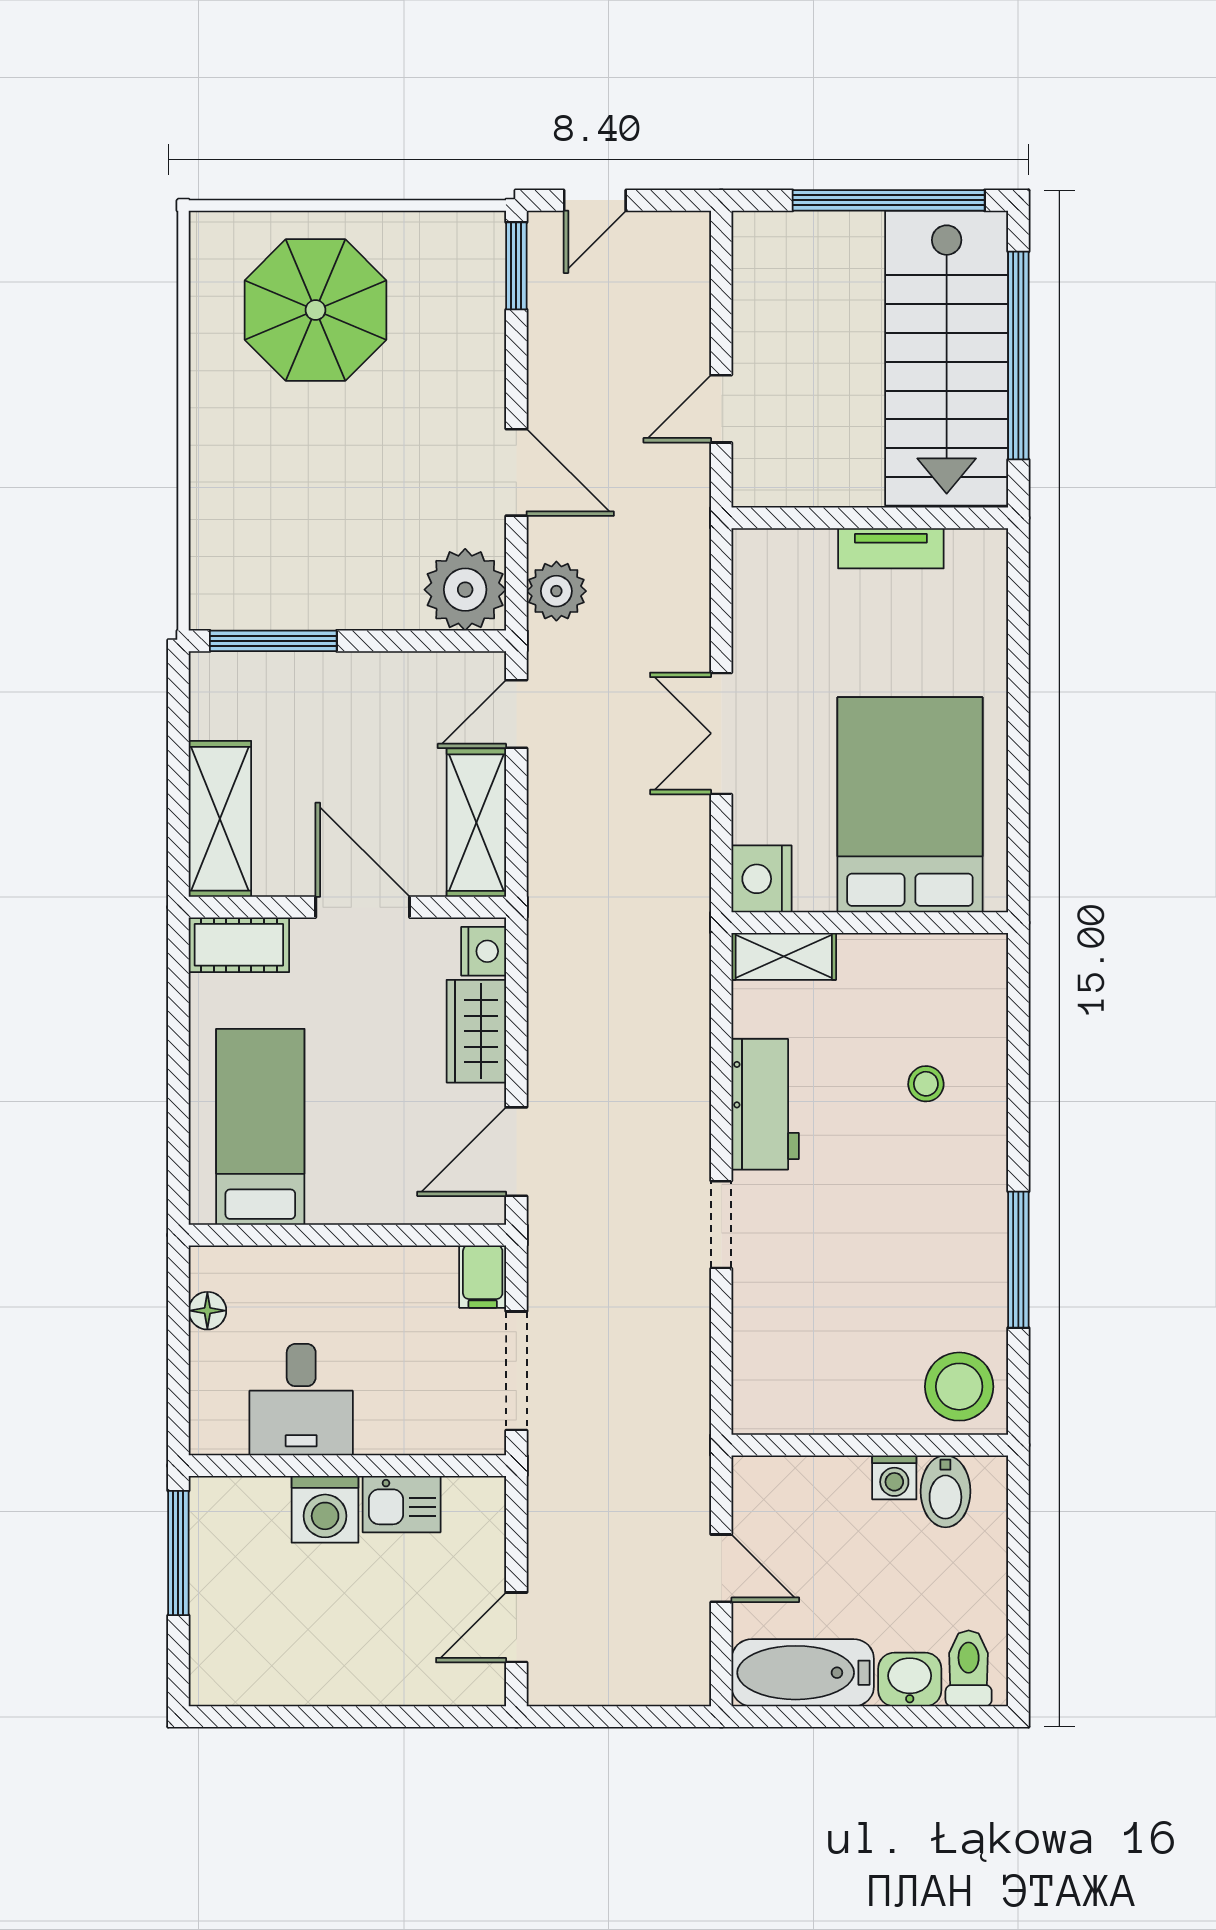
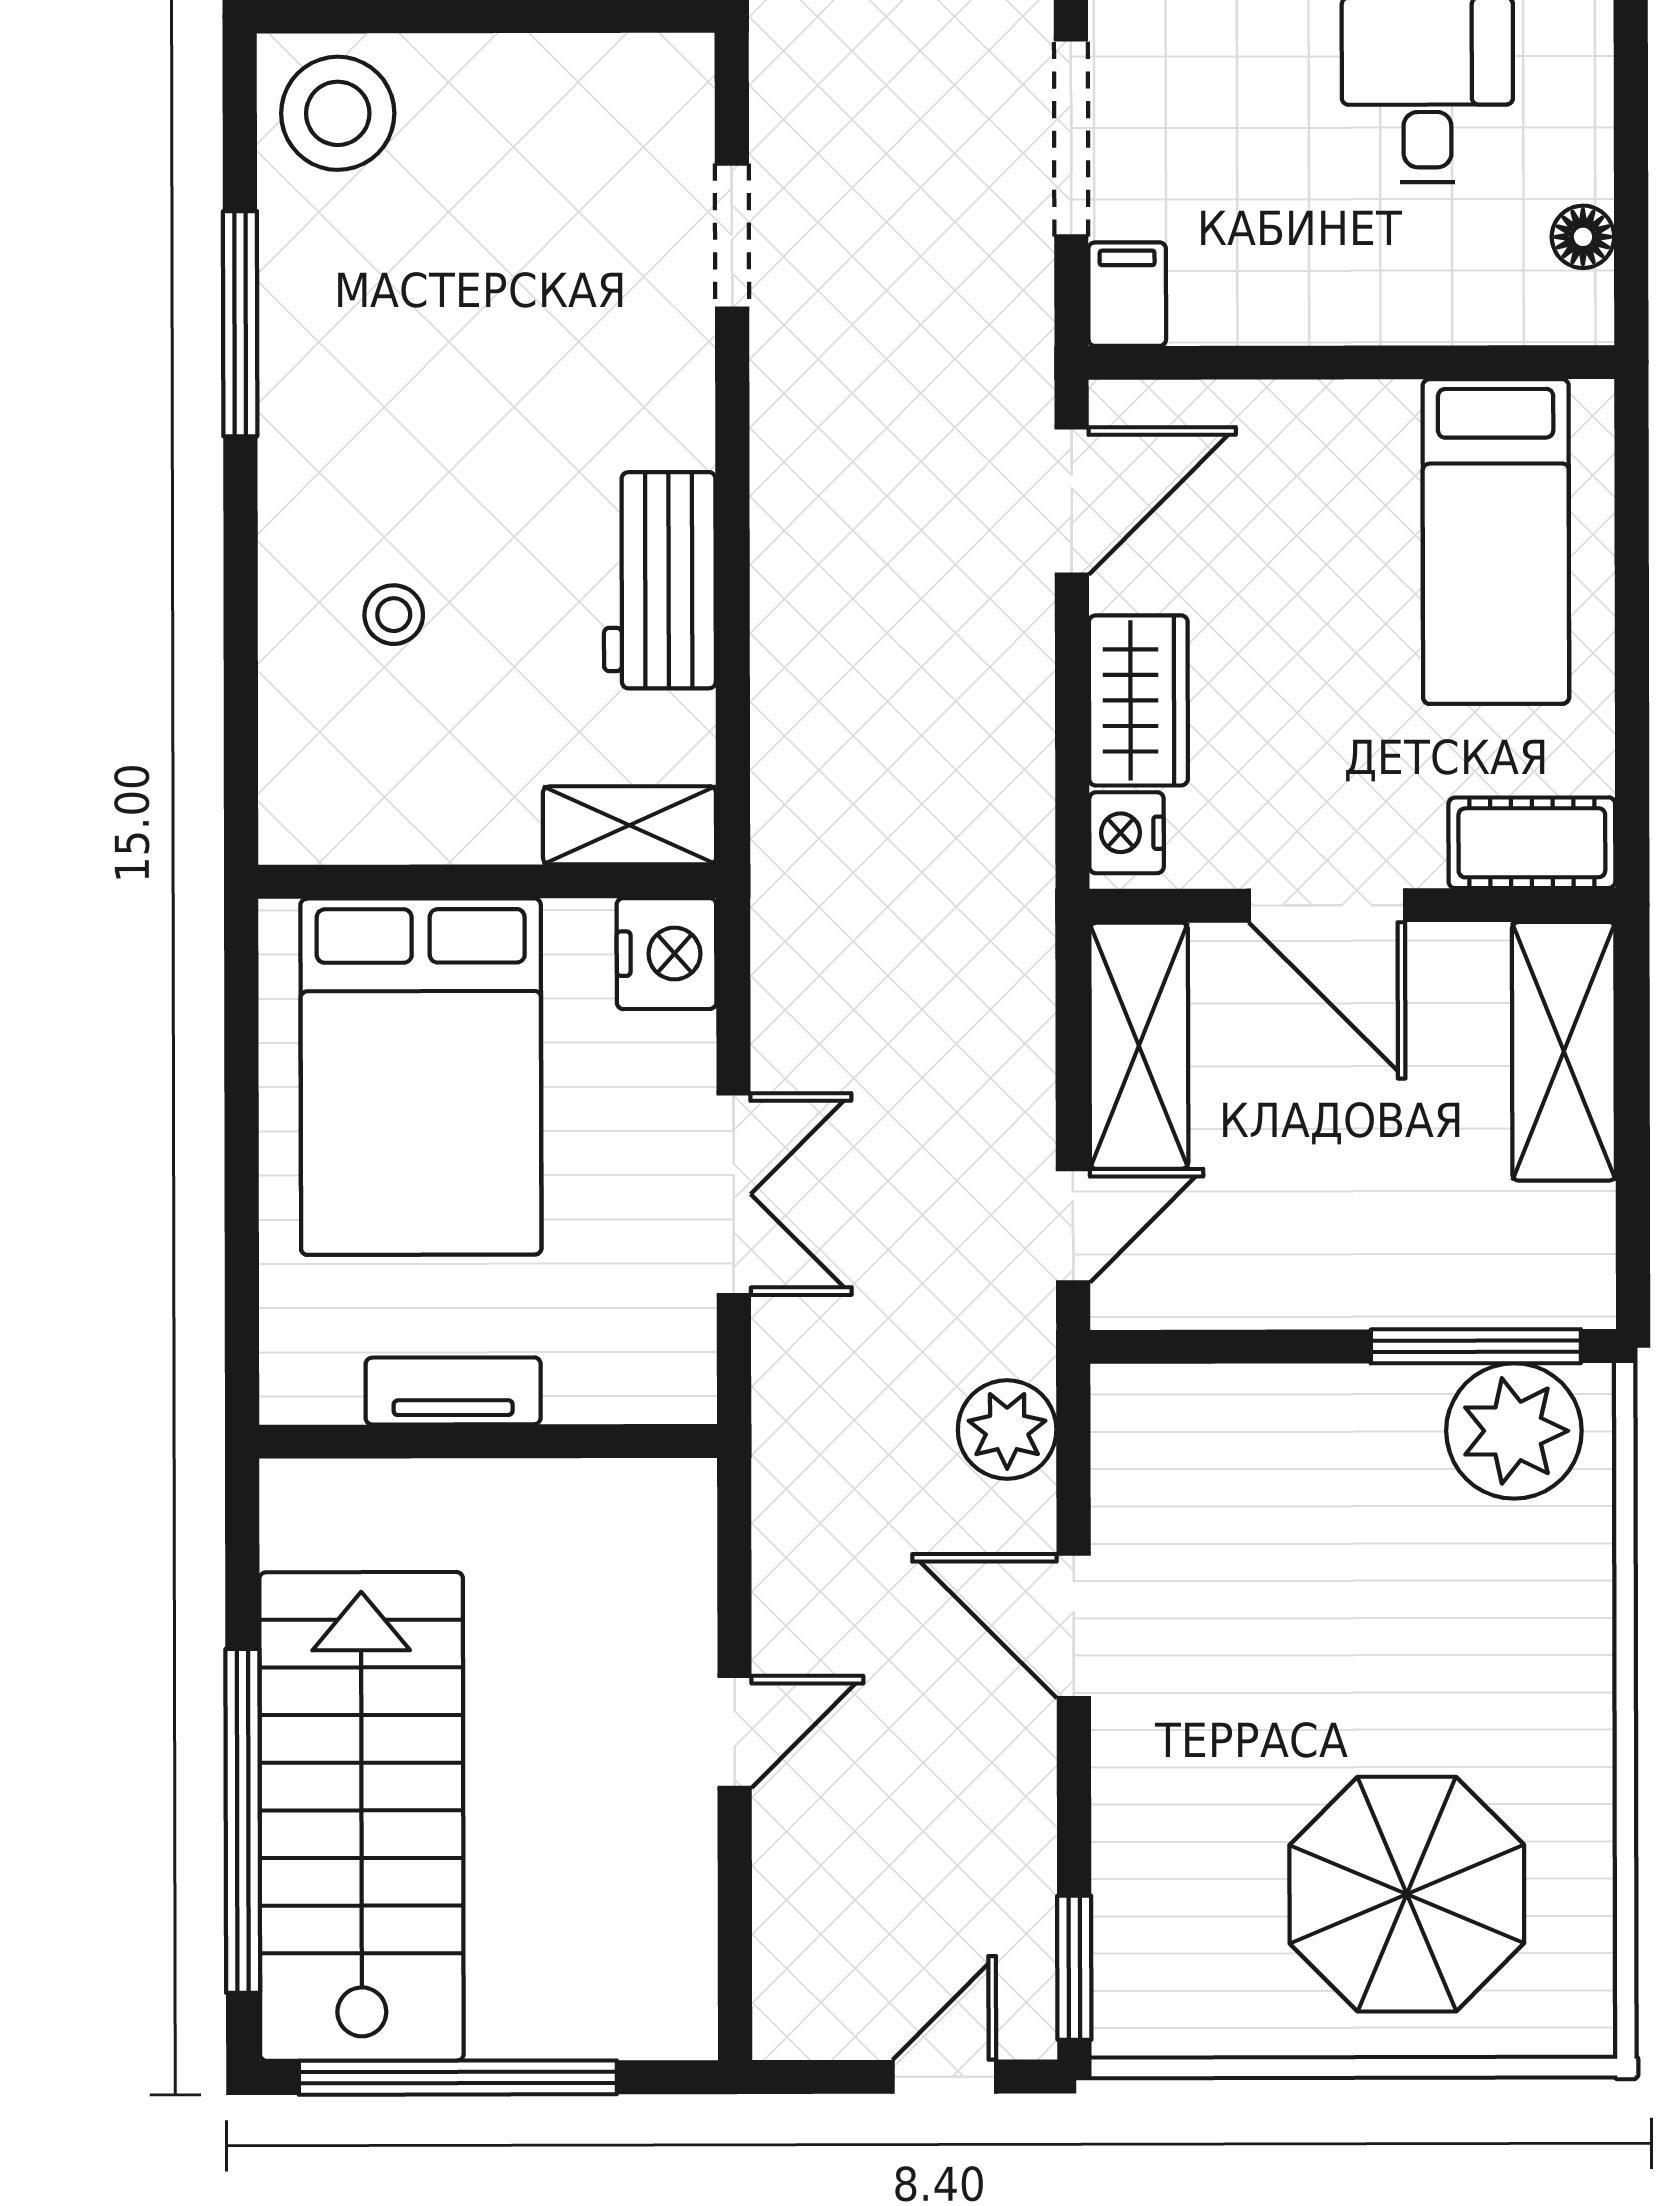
wall: (870, 518) -> (488, 1441), moved
tv unit: (891, 548) -> (453, 1391), moved
plant: (465, 590) -> (1514, 1431), moved
doorway: (721, 1225) -> (732, 236), moved

